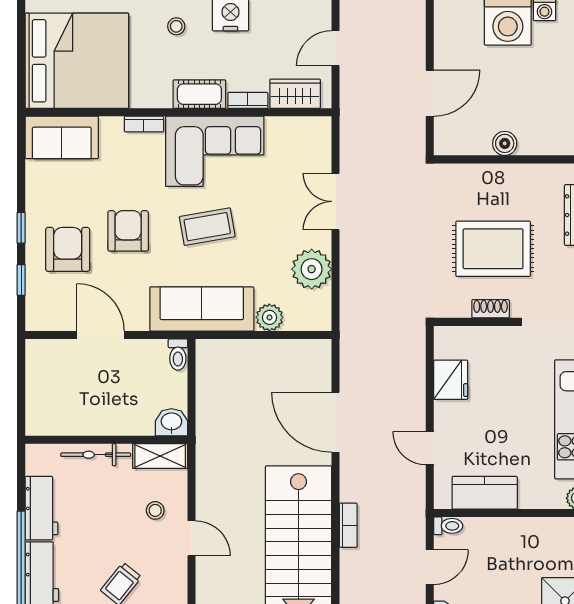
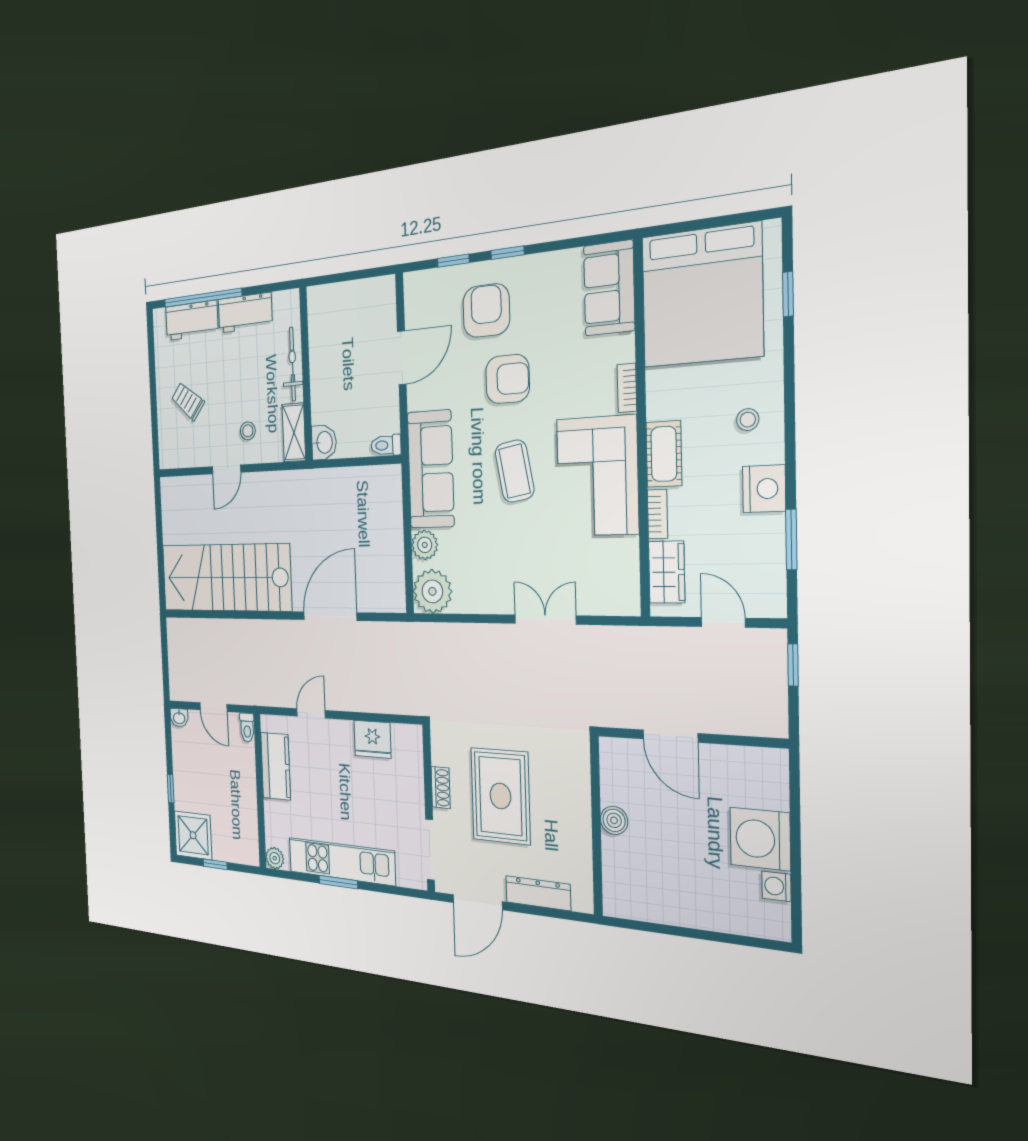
armchair: (68, 249) -> (486, 311), turned -90
plant: (312, 269) -> (432, 591), moved
bookcase: (348, 525) -> (244, 628), removed

